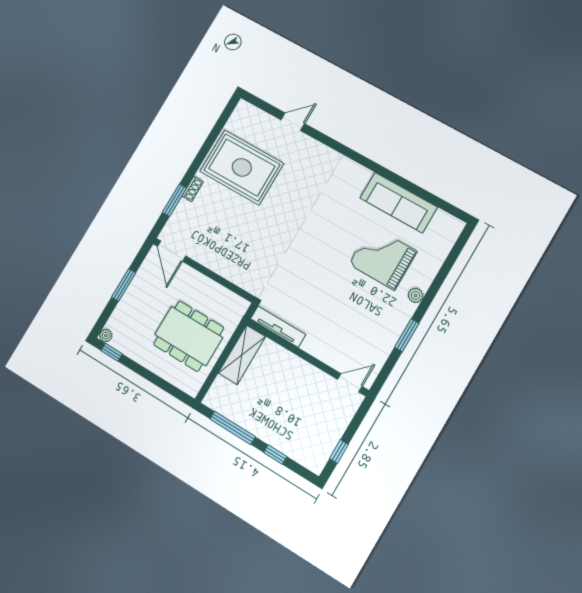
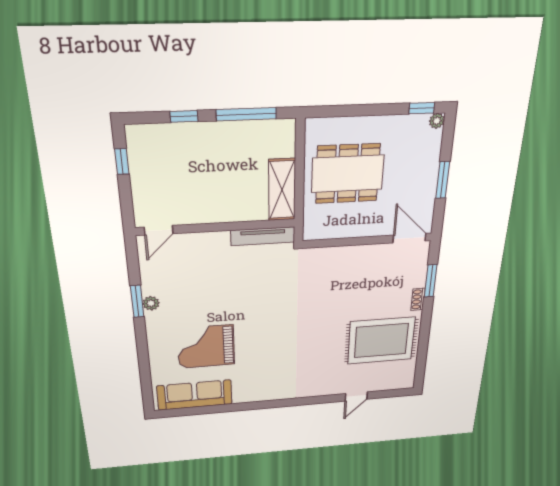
sofa: (399, 203) -> (195, 395), moved
grand piano: (383, 258) -> (206, 347), turned 180
plant: (416, 295) -> (151, 303), moved

